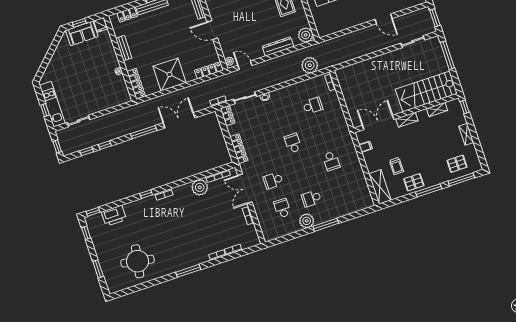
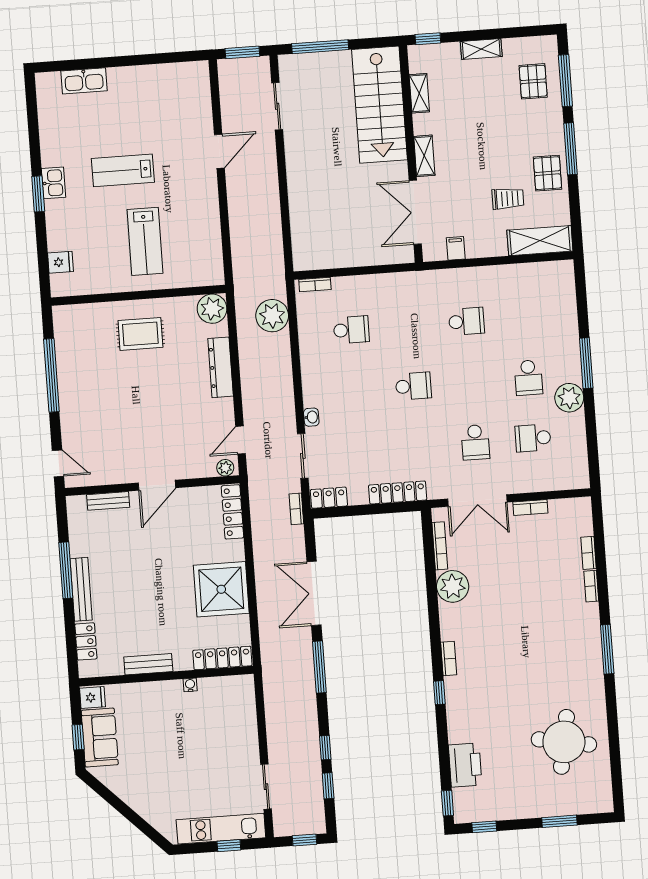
school desk: (313, 106) -> (351, 330), turned 90
school desk: (293, 143) -> (413, 386), turned 180

